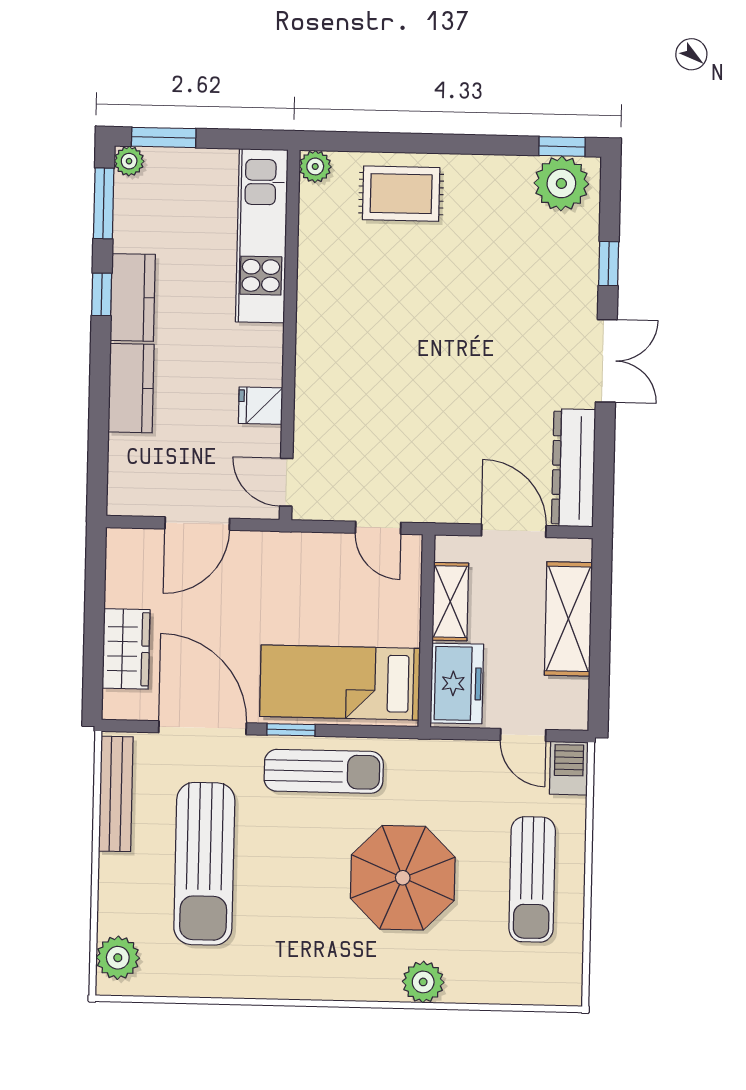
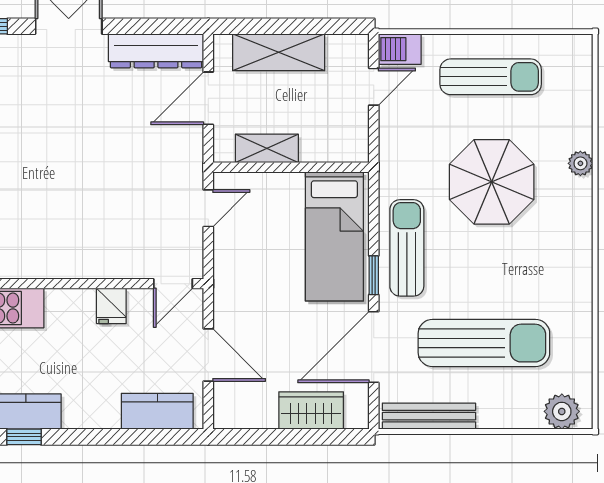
kitchen counter: (131, 388) -> (157, 411), moved
freezer: (457, 684) -> (333, 142), removed
plant: (423, 982) -> (580, 163), width x0.73, depth x0.73

